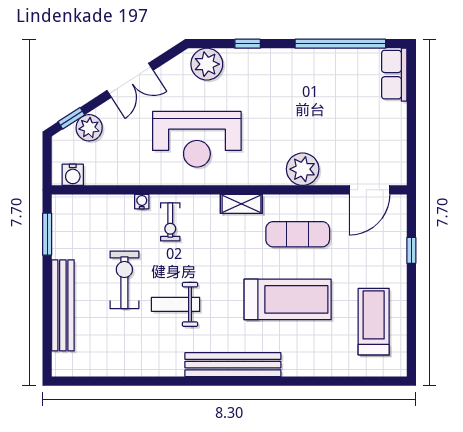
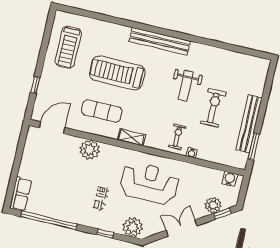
exercise bike: (124, 280) -> (213, 108), turned 180
weight bench: (176, 304) -> (186, 86), turned 90
bench: (63, 305) -> (249, 124), moved

